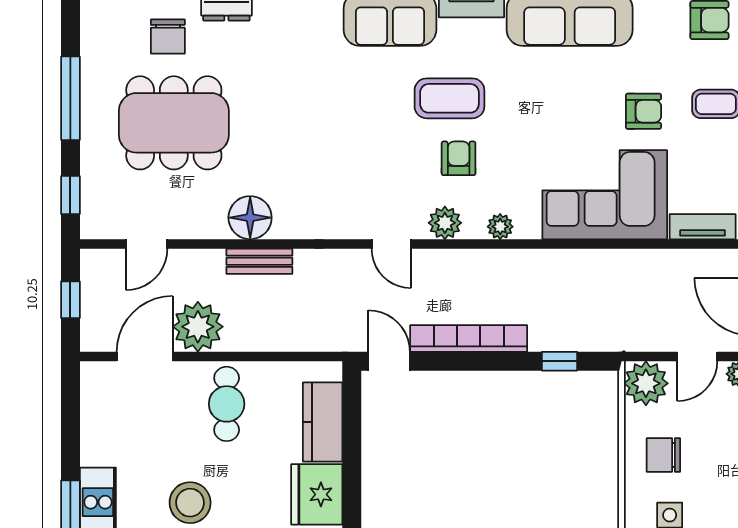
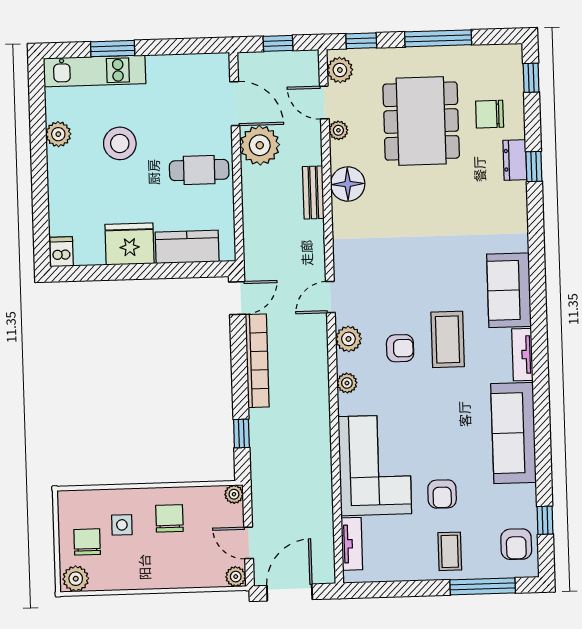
plant: (106, 223) -> (340, 70), added
plant: (182, 227) -> (338, 130), added
plant: (646, 383) -> (234, 494), width x0.53, depth x0.53

